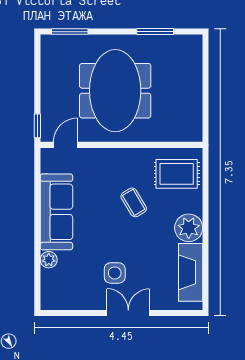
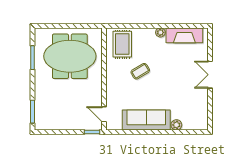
meeting table: (115, 91) -> (70, 56), moved
plant: (189, 228) -> (160, 32), width x0.53, depth x0.53
side table: (115, 273) -> (185, 83), removed

